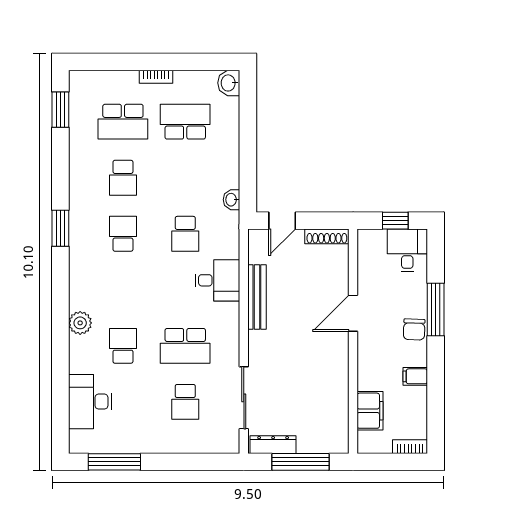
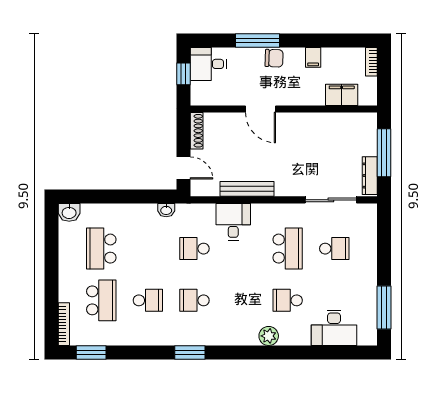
bookcase: (156, 77) -> (64, 324), moved, width x1.56
school desk: (185, 234) -> (194, 249), turned 180

